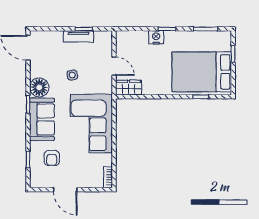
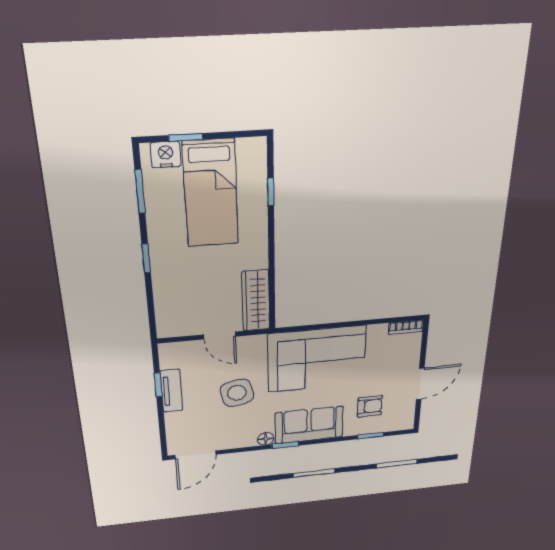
nightstand: (156, 37) -> (166, 155), moved, turned 90
door: (114, 66) -> (220, 336), swing flipped
bed: (202, 72) -> (211, 194), width x0.67
side table: (72, 75) -> (237, 393), width x1.87, depth x1.87
floor lamp: (39, 87) -> (266, 439), width x0.53, depth x0.53
wardrobe: (129, 88) -> (256, 301), width x1.50

